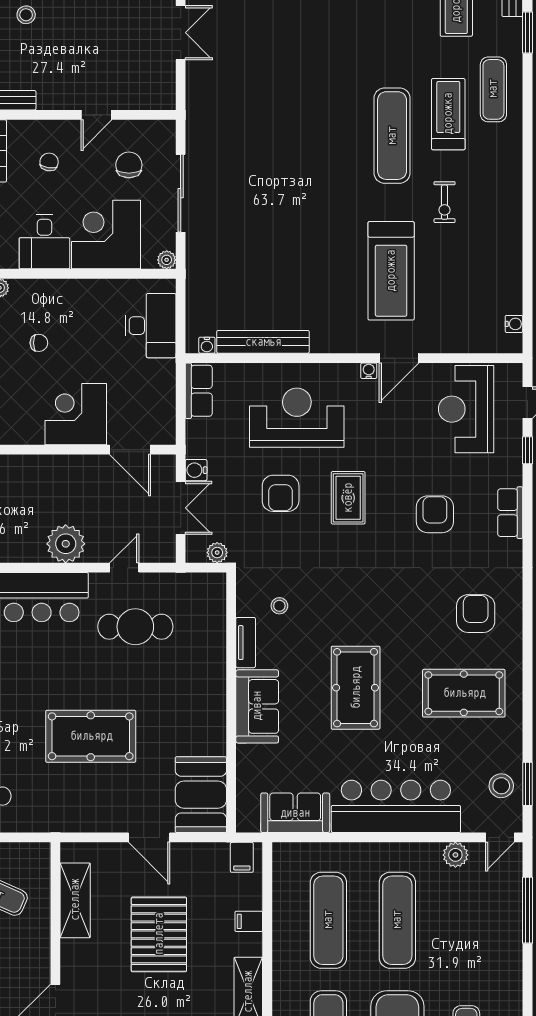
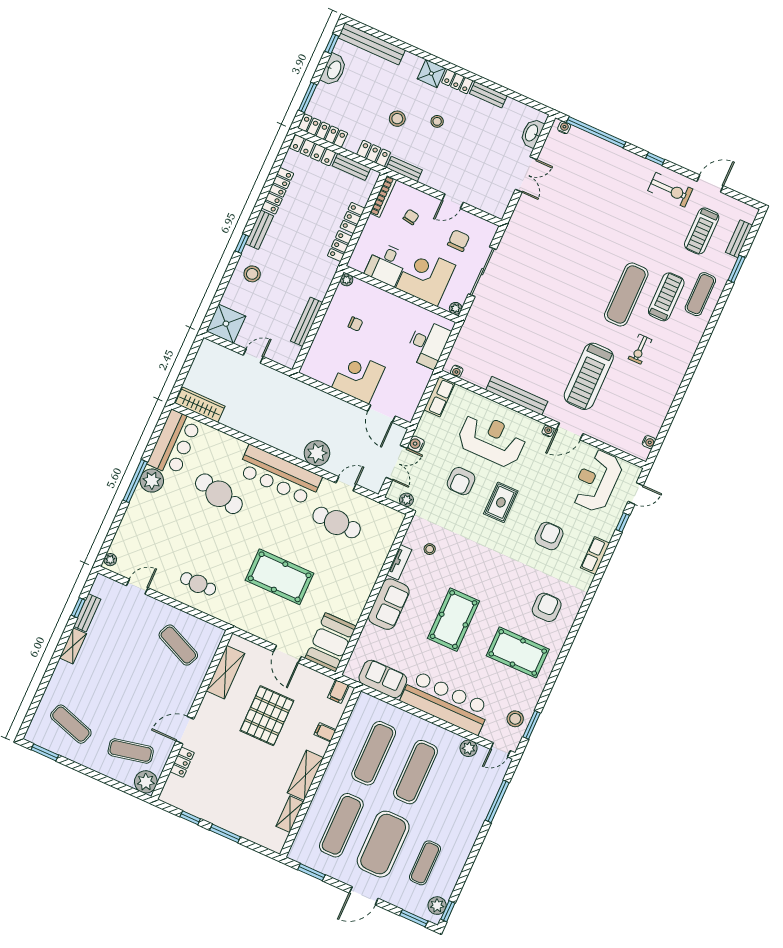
bench: (263, 342) -> (517, 396), moved

